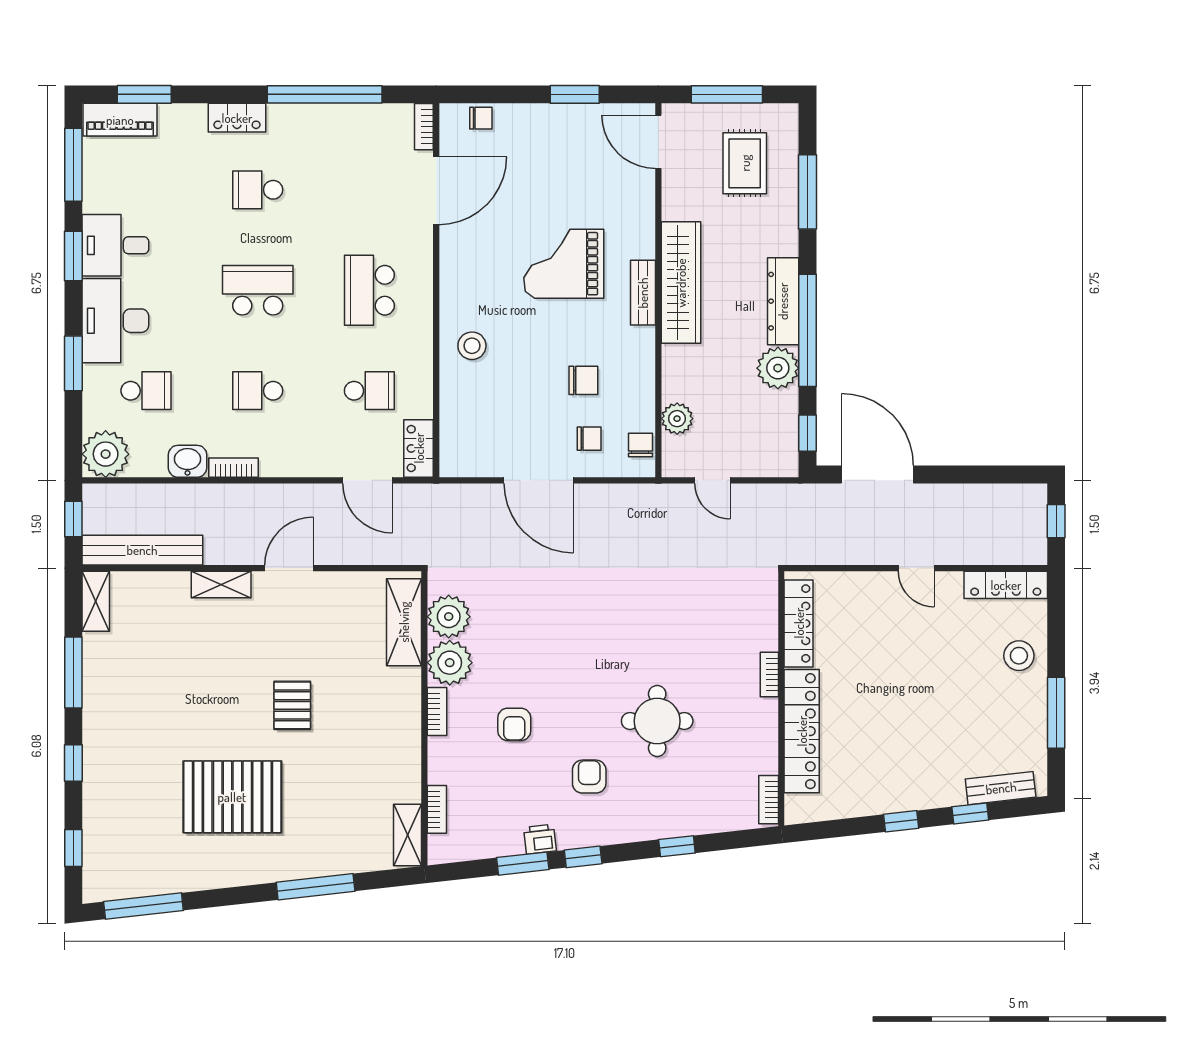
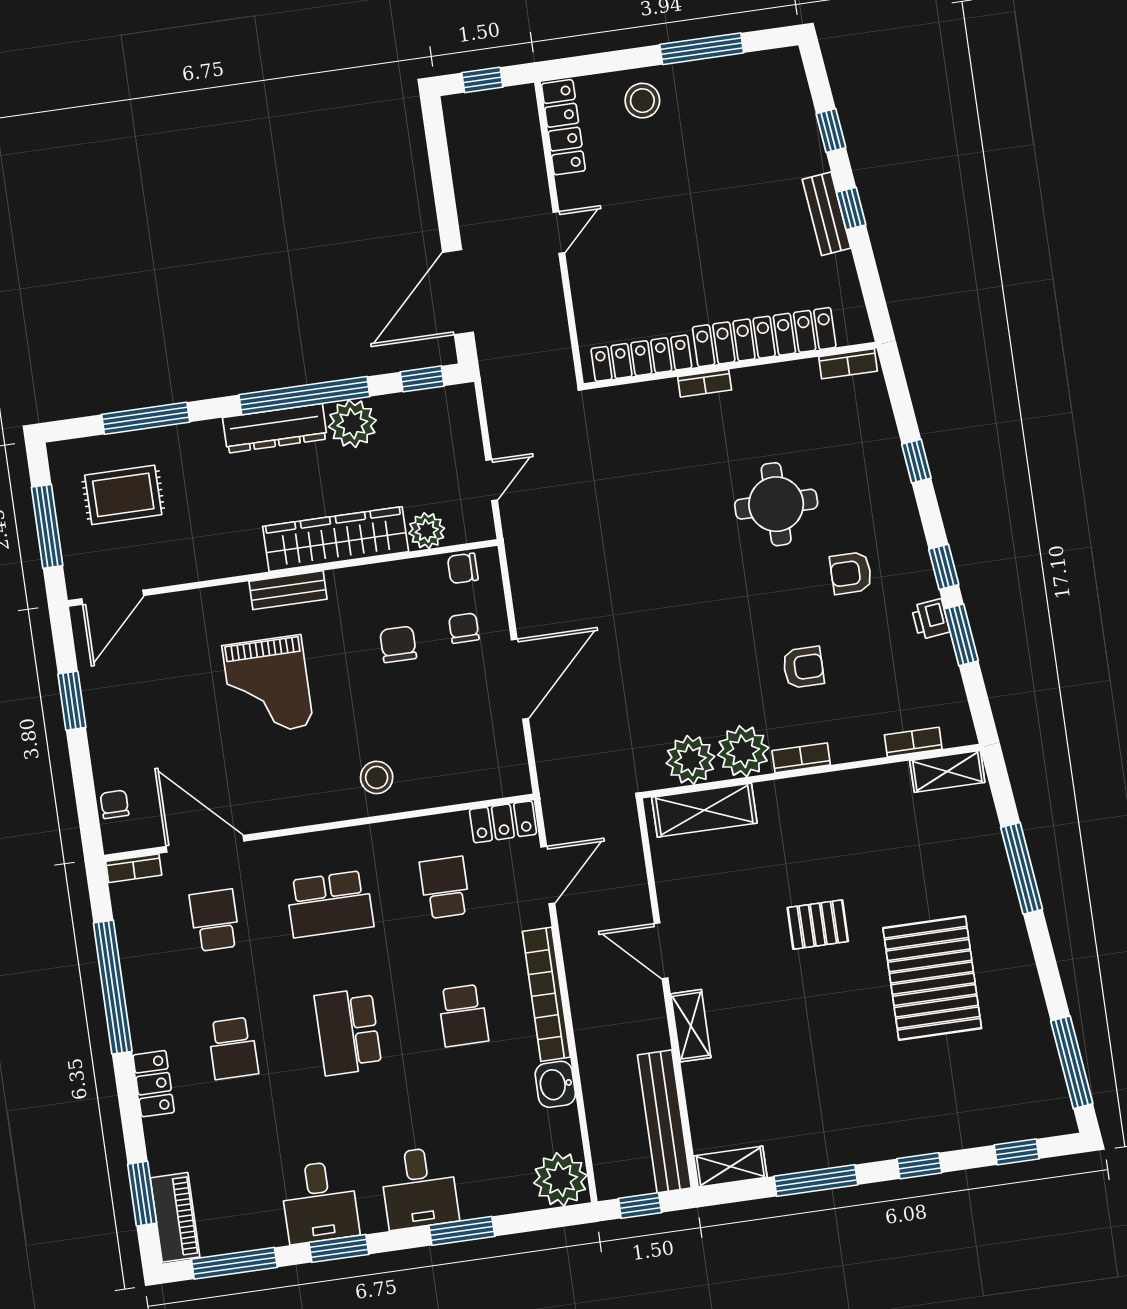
wardrobe: (681, 283) -> (336, 539), moved
desk: (115, 321) -> (419, 1188), width x0.73
school desk: (146, 391) -> (215, 920), moved
bookcase: (233, 468) -> (546, 994), width x2.31, depth x1.31
bench: (1001, 788) -> (826, 214), moved

